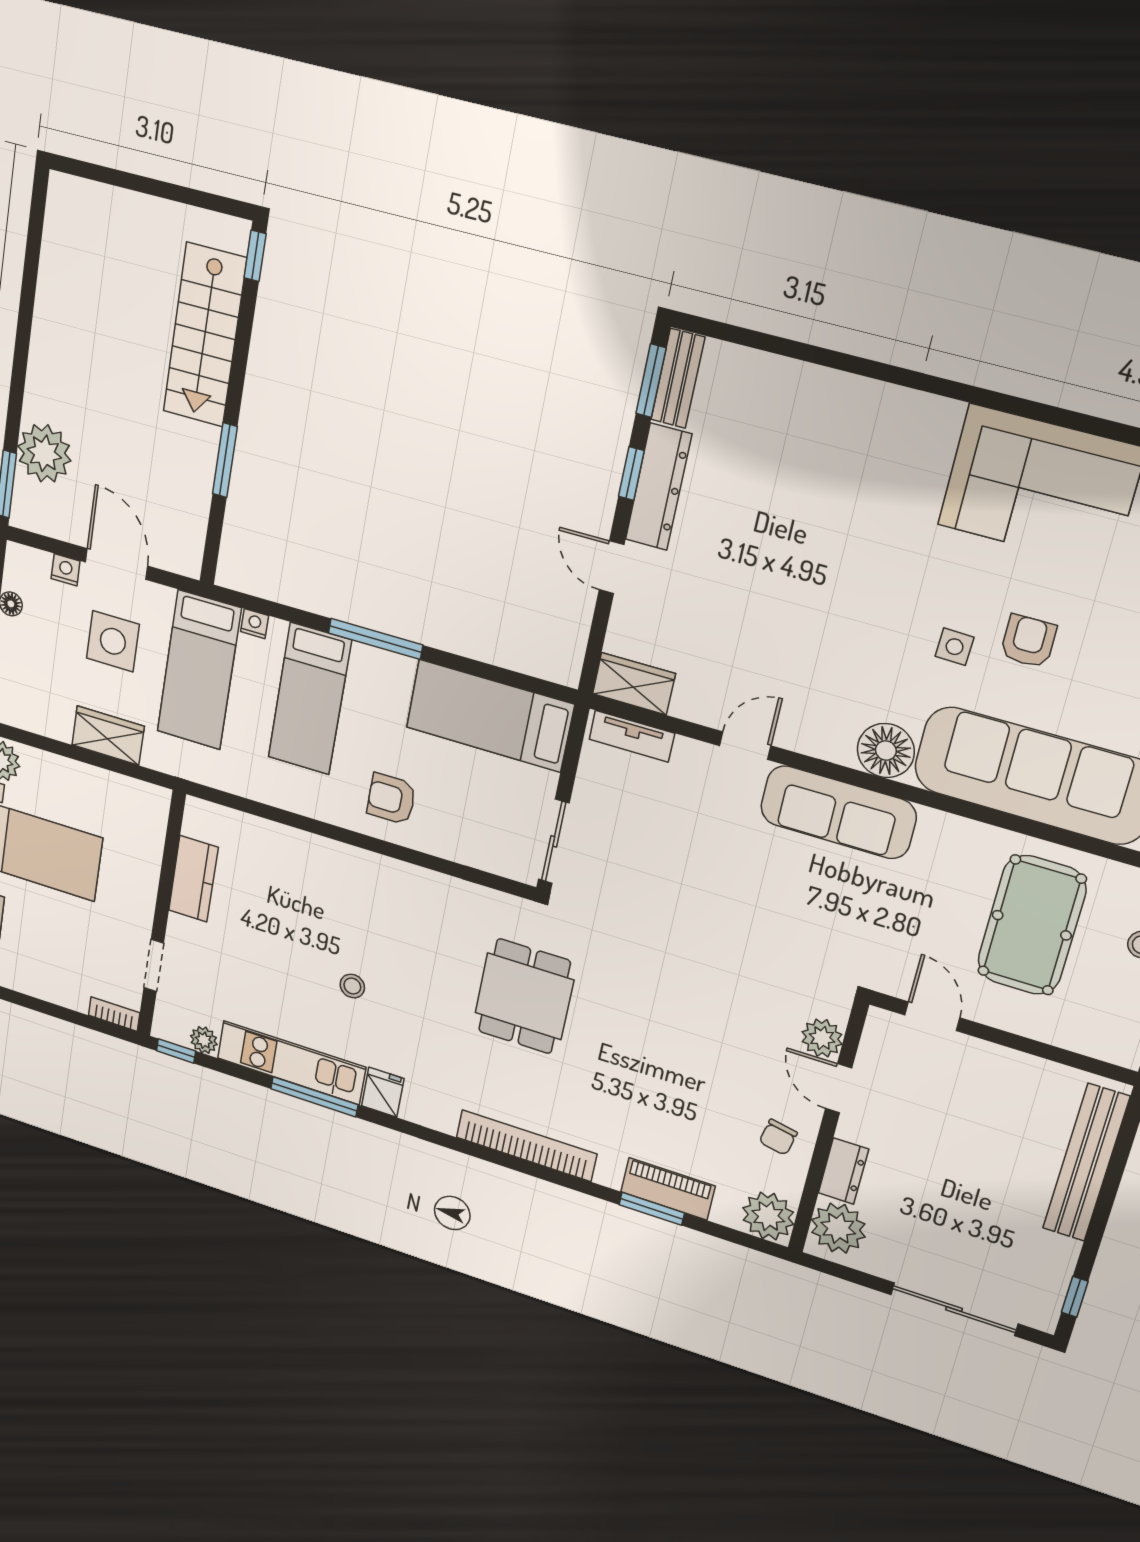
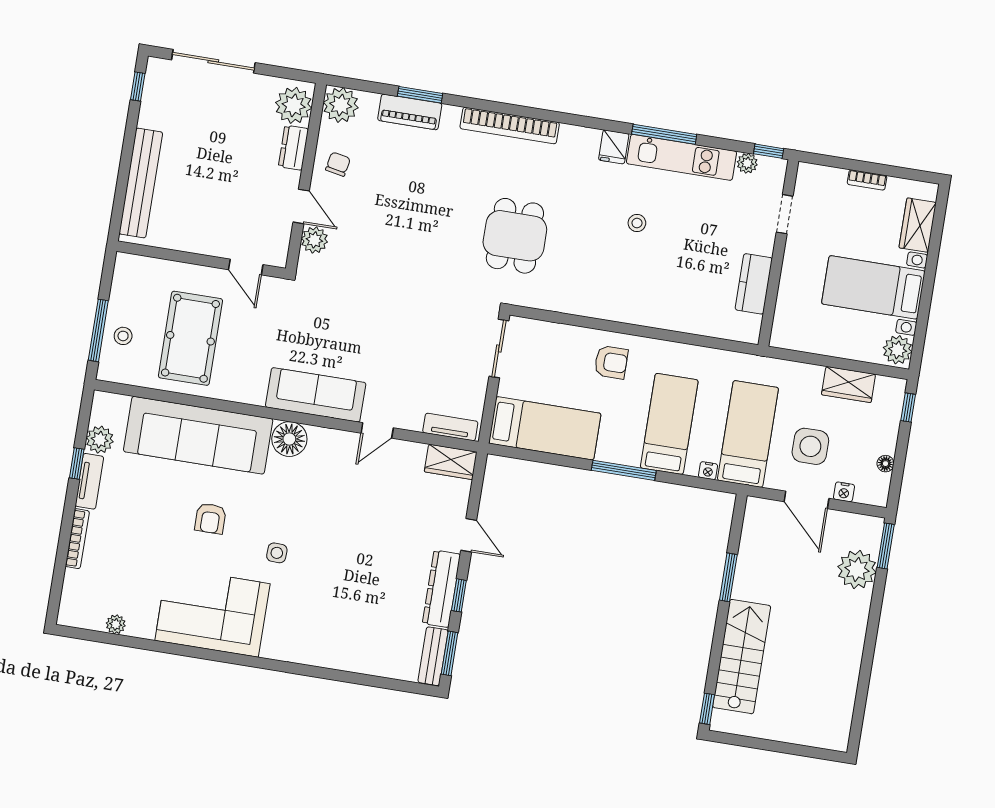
side table: (955, 647) -> (277, 553), moved
wardrobe: (108, 736) -> (849, 384), moved
bookcase: (114, 1014) -> (867, 180), moved

